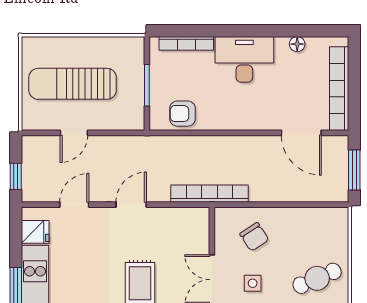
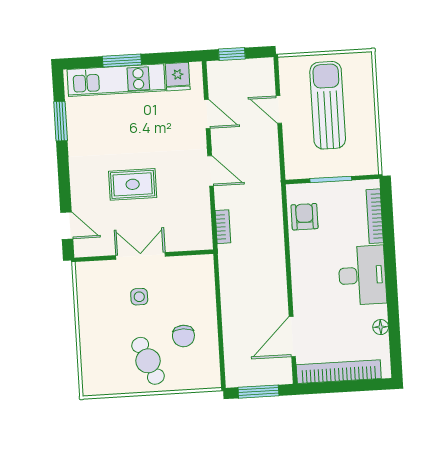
bookcase: (210, 194) -> (223, 227), width x0.43, depth x0.76
chair: (254, 237) -> (183, 336), moved, turned -57

